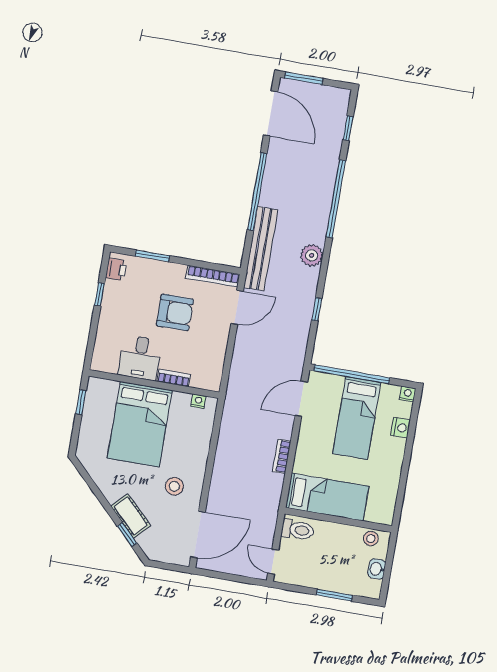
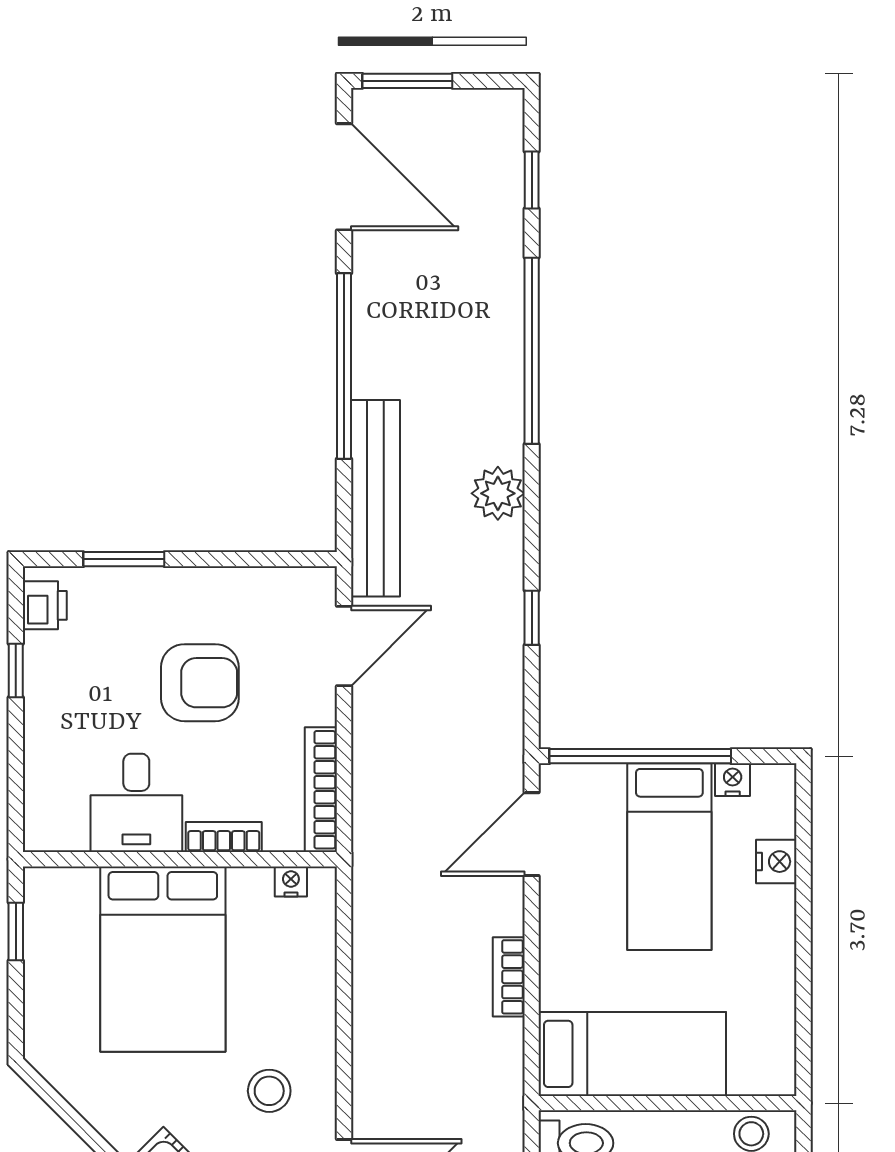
bookcase: (213, 276) -> (321, 790), moved, turned 90
nightstand: (408, 394) -> (733, 780), moved

